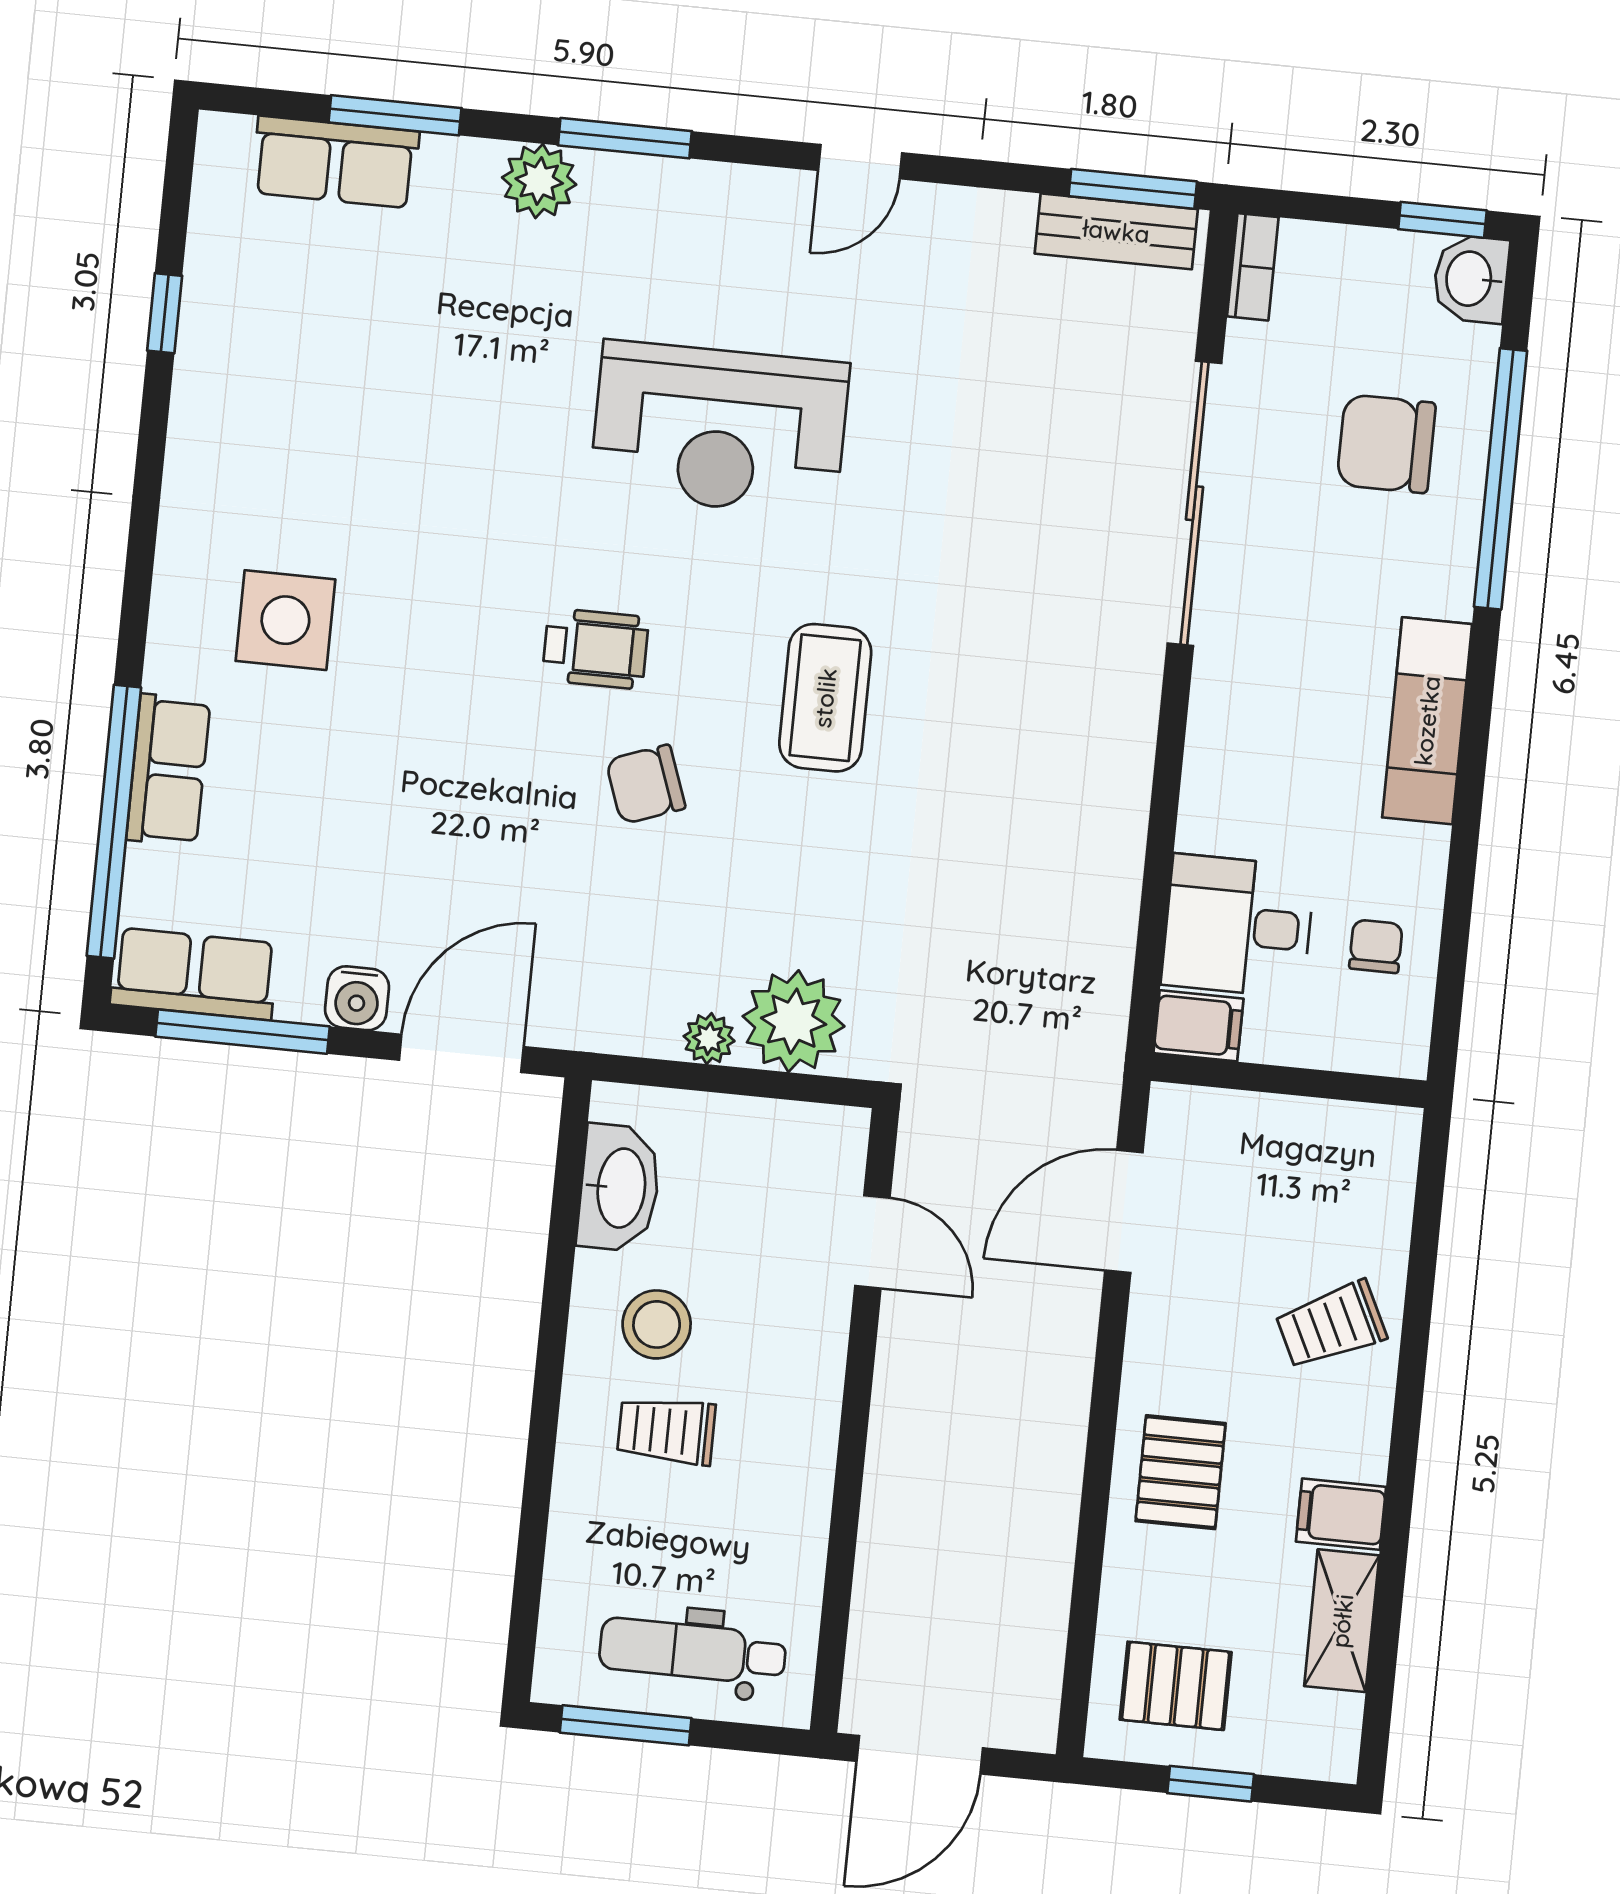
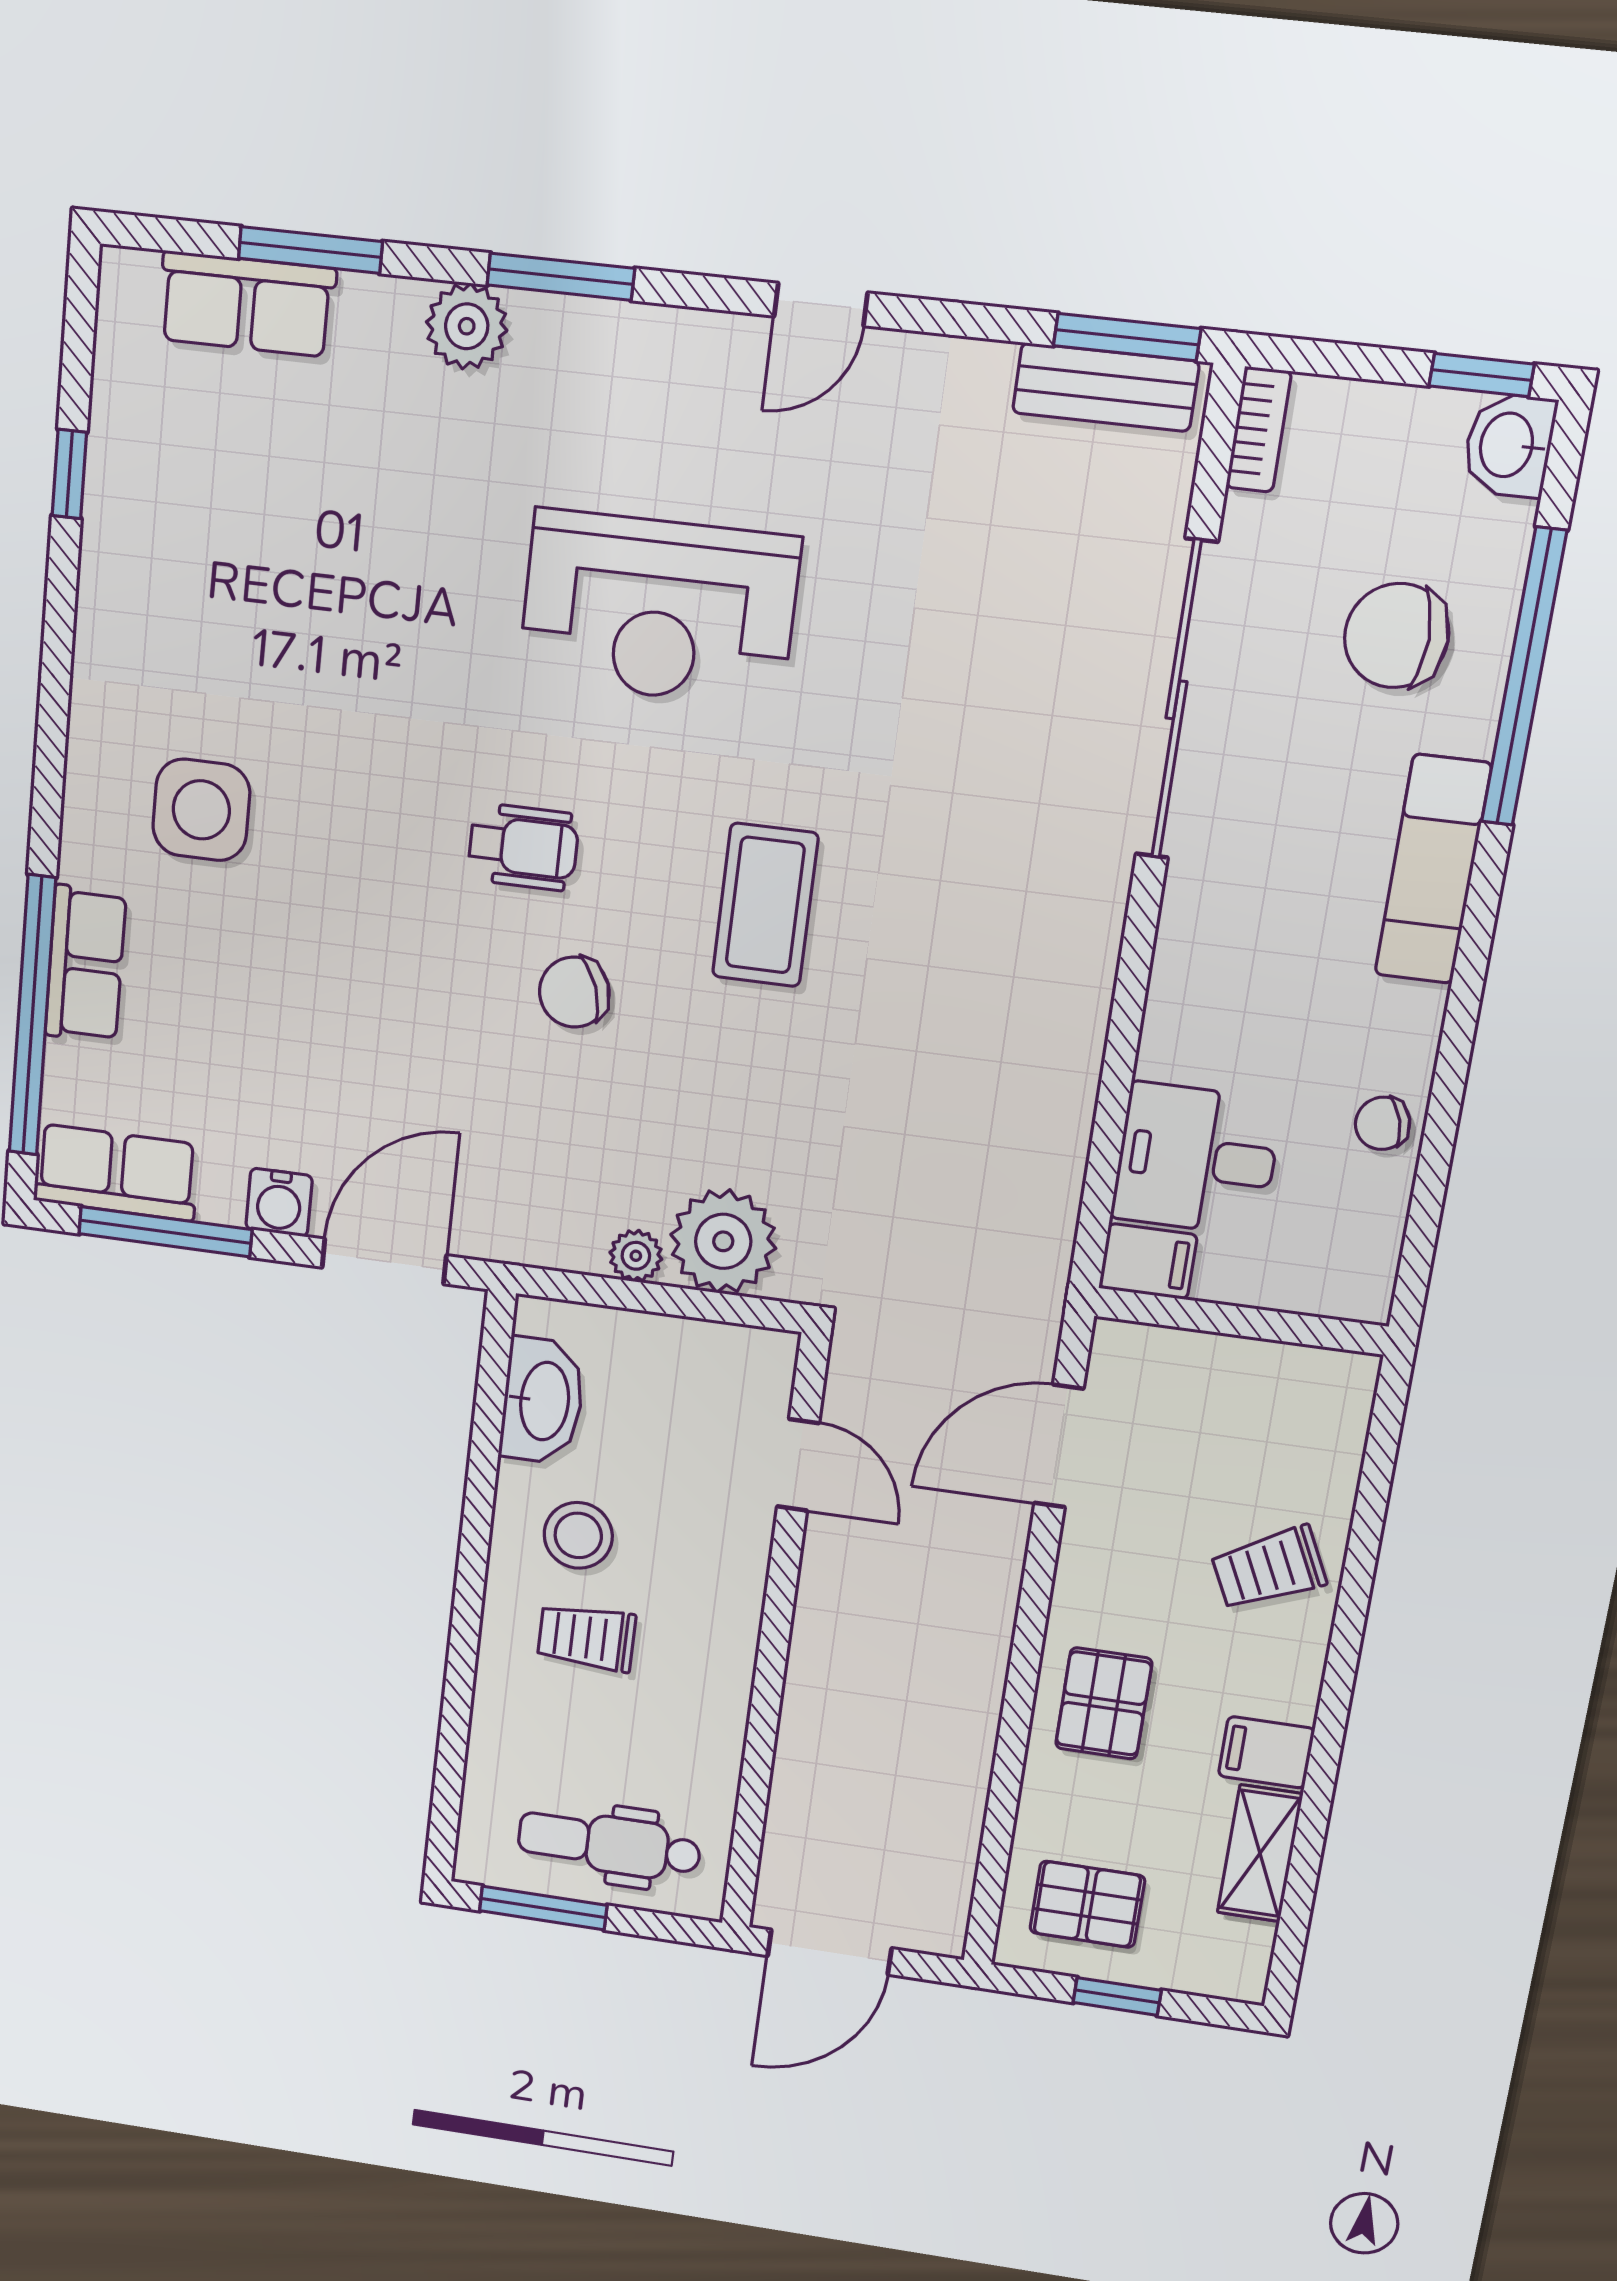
exam couch: (1427, 721) -> (1433, 869), moved
chair: (1376, 946) -> (1383, 1123), moved, turned -107

